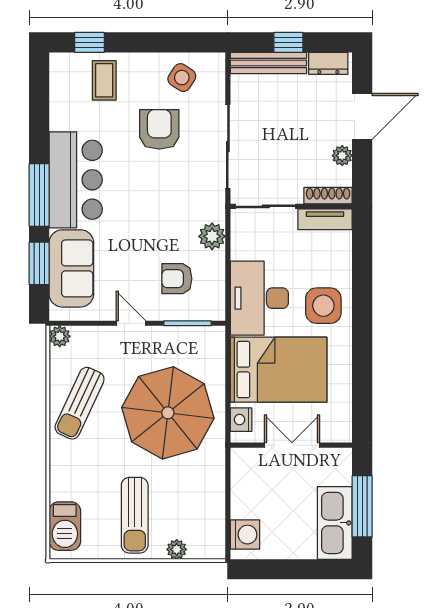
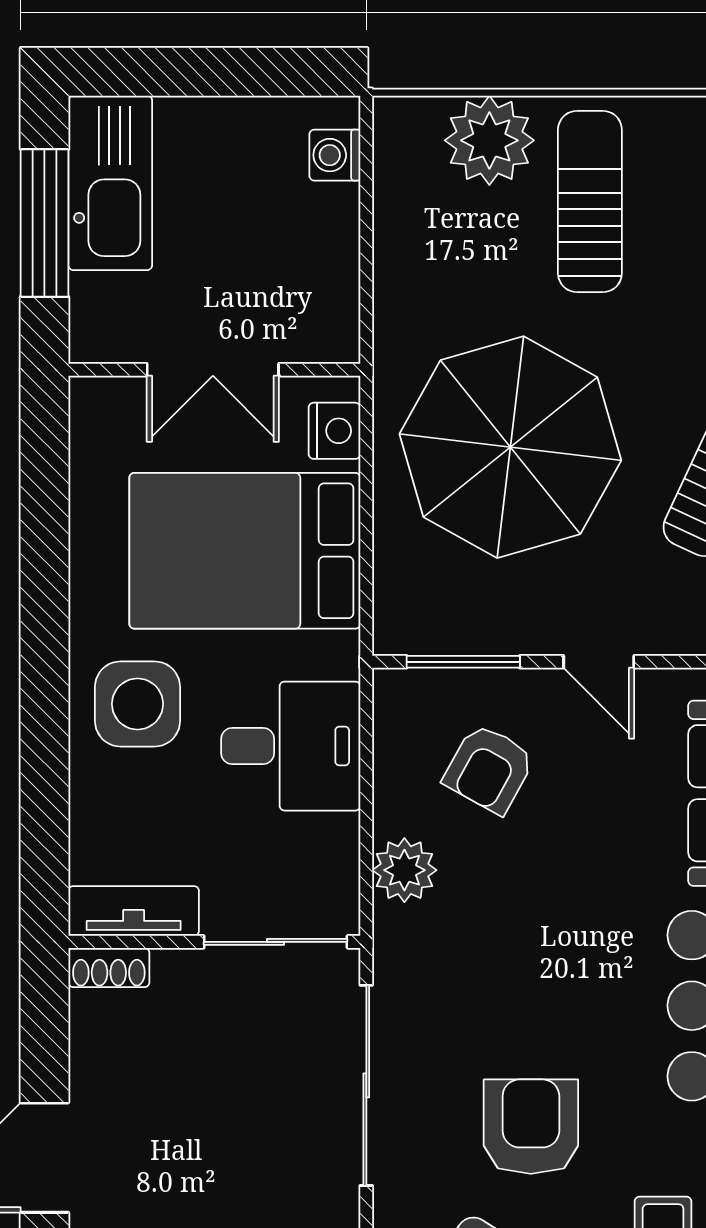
armchair: (159, 129) -> (531, 1127), turned 180
plant: (342, 156) -> (93, 1064), removed
shoe rack: (328, 196) -> (109, 968), width x0.70
armchair: (177, 279) -> (489, 769), turned 119
desk: (259, 298) -> (291, 746), width x0.73
washing machine: (245, 535) -> (335, 155), width x0.73, depth x0.73
plant: (177, 549) -> (489, 140), width x1.88, depth x1.88

